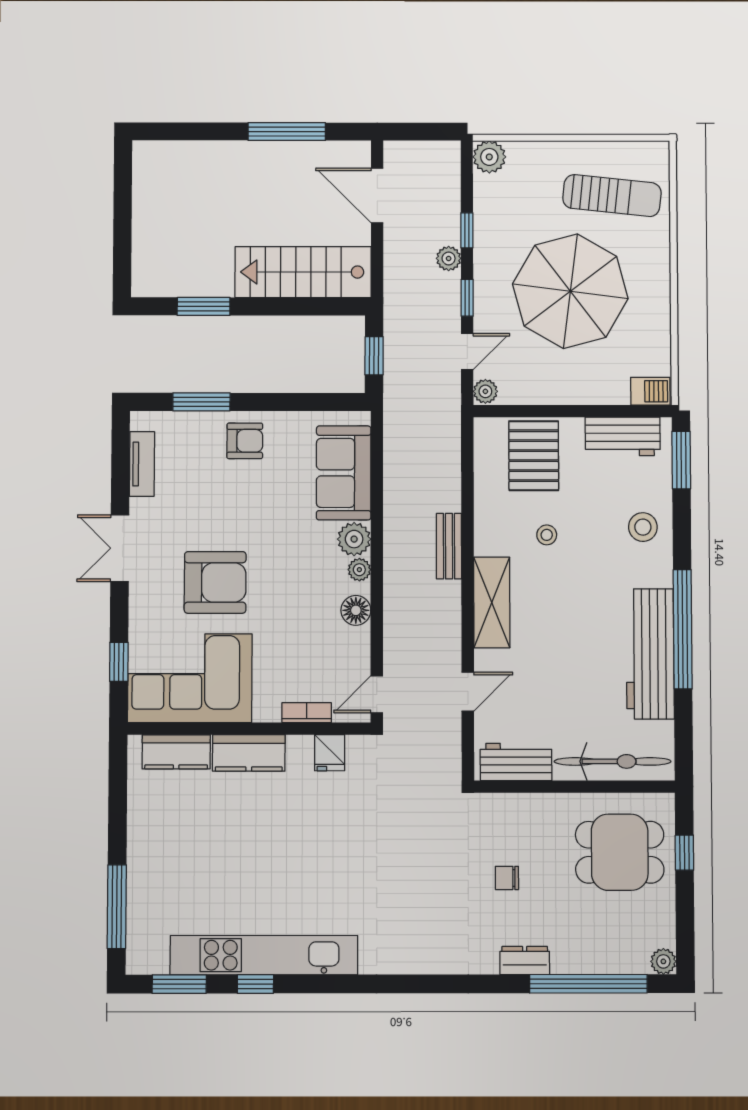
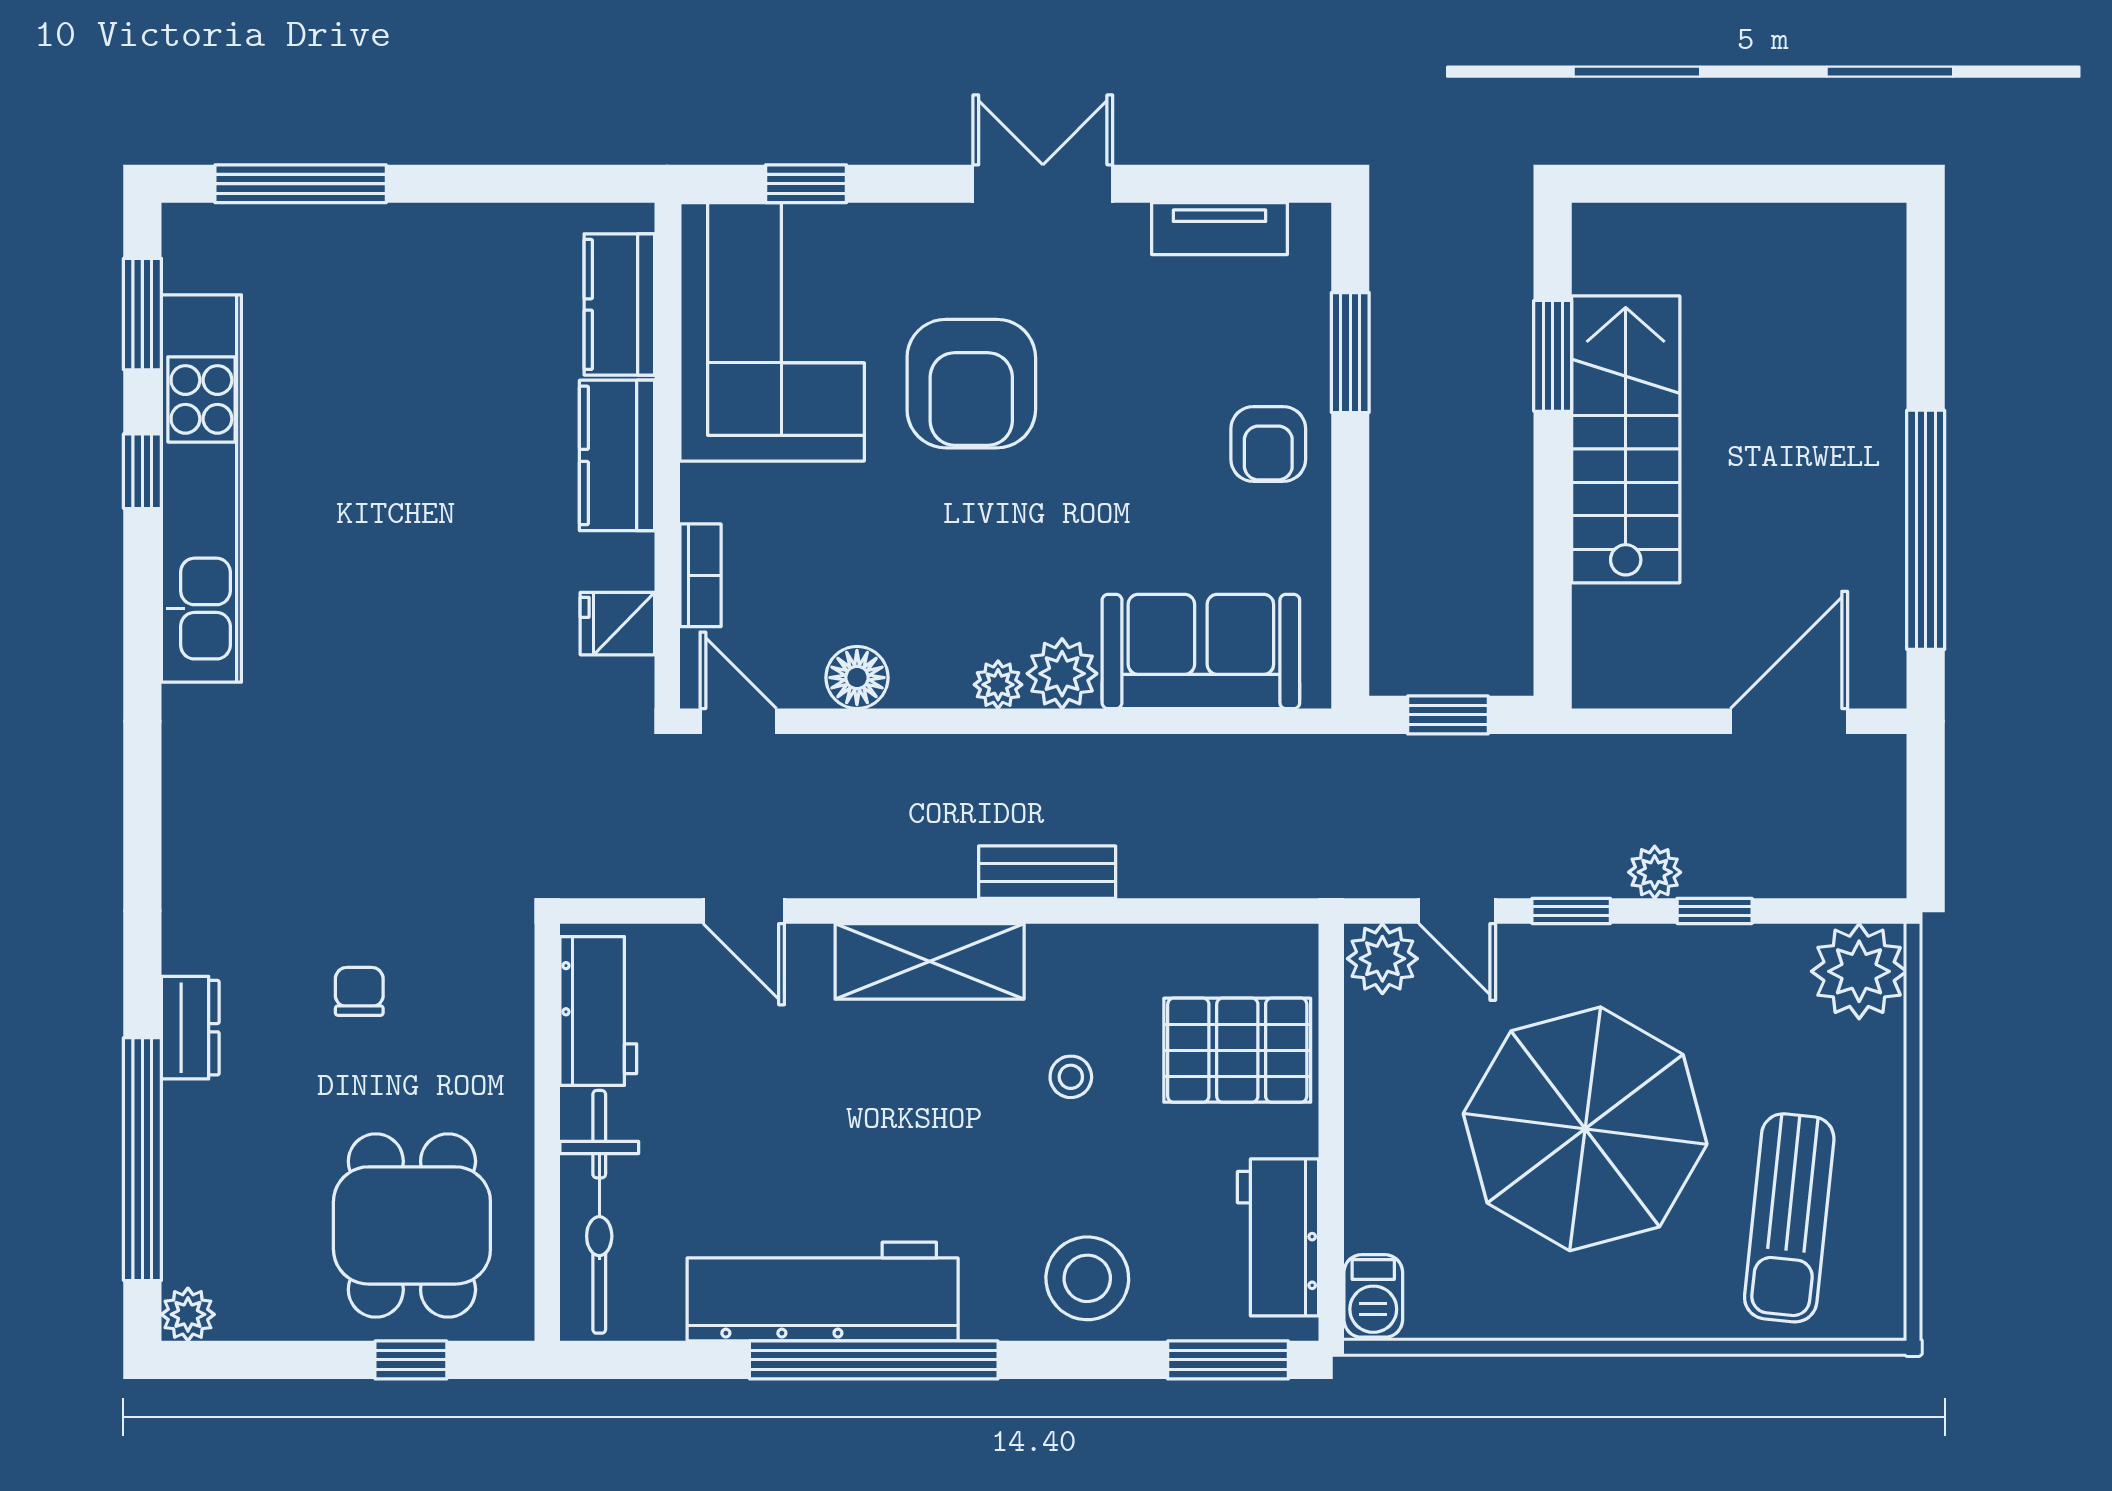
window: (287, 132) -> (1926, 530), width x1.46
plant: (489, 157) -> (1859, 971), width x1.36, depth x1.36
stairs: (303, 272) -> (1626, 439), moved
plant: (485, 391) -> (1382, 959), width x1.38, depth x1.38
stool: (643, 527) -> (1087, 1278), width x1.38, depth x1.38
floor lamp: (356, 610) -> (857, 678), moved

